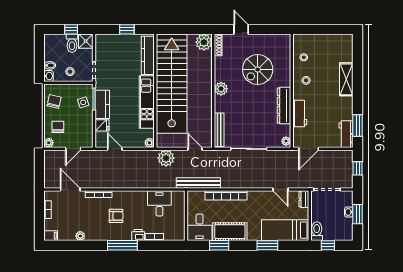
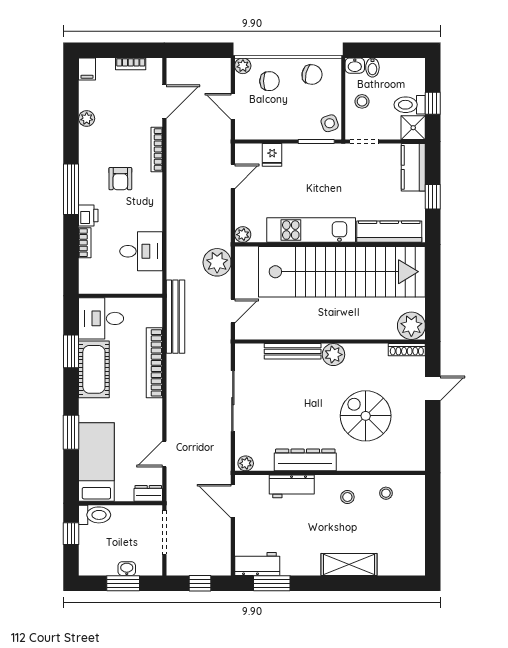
side table: (83, 102) -> (330, 123), moved
kitchen counter: (102, 104) -> (413, 167), moved, turned 90
bench: (219, 130) -> (293, 351), moved

